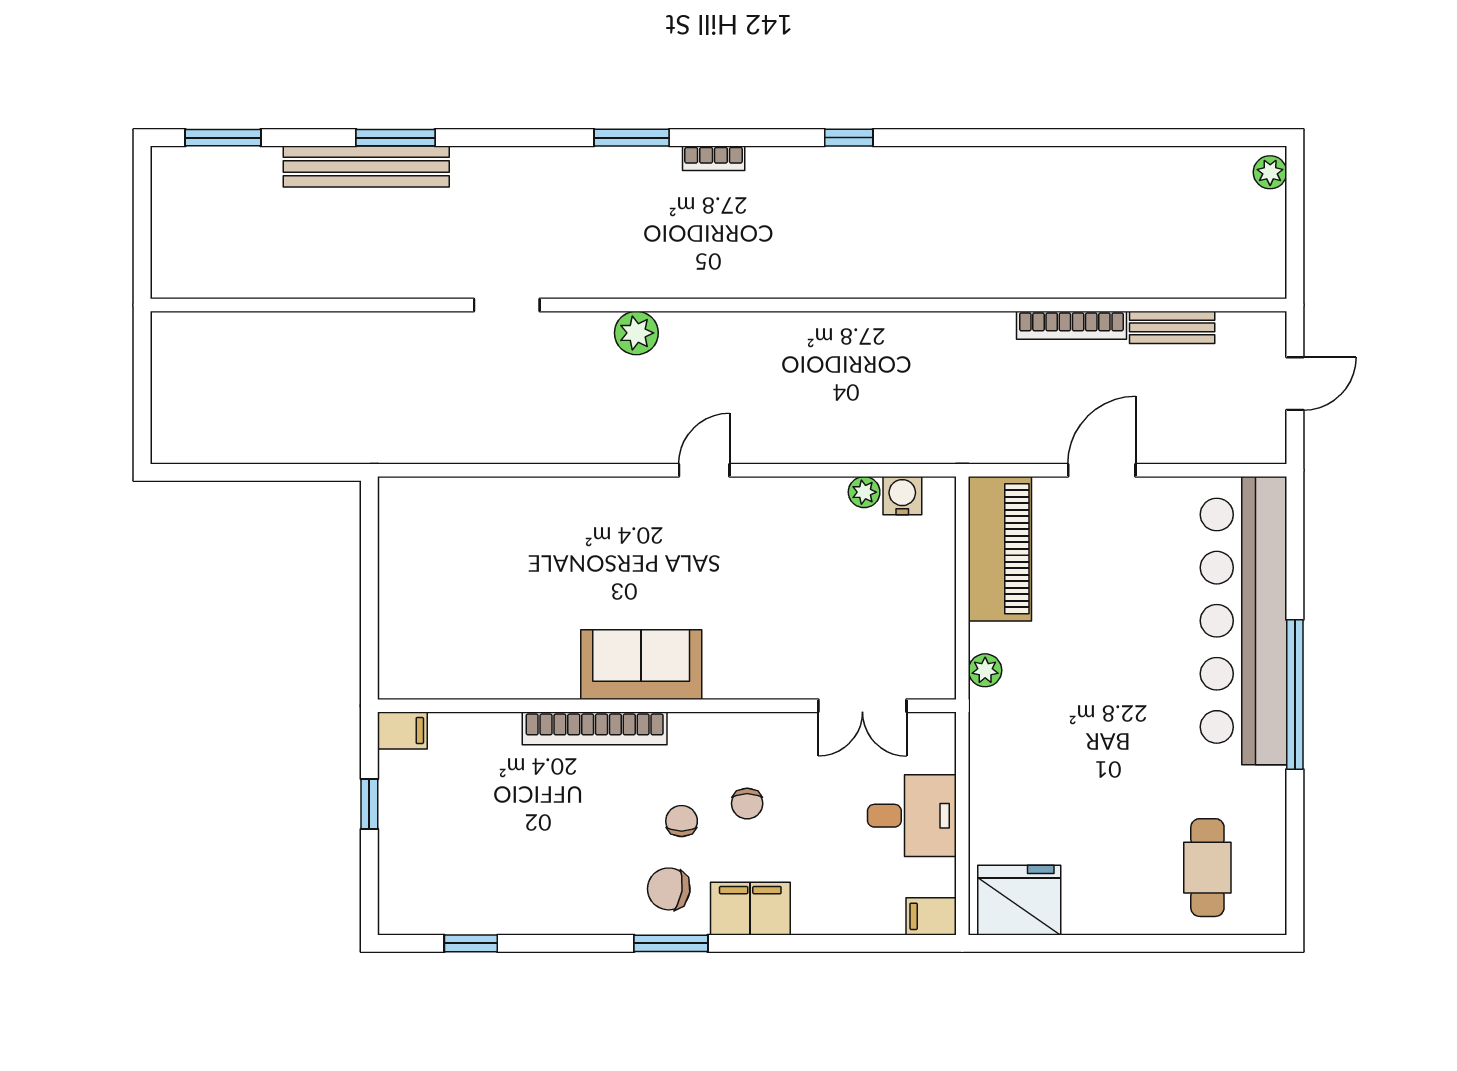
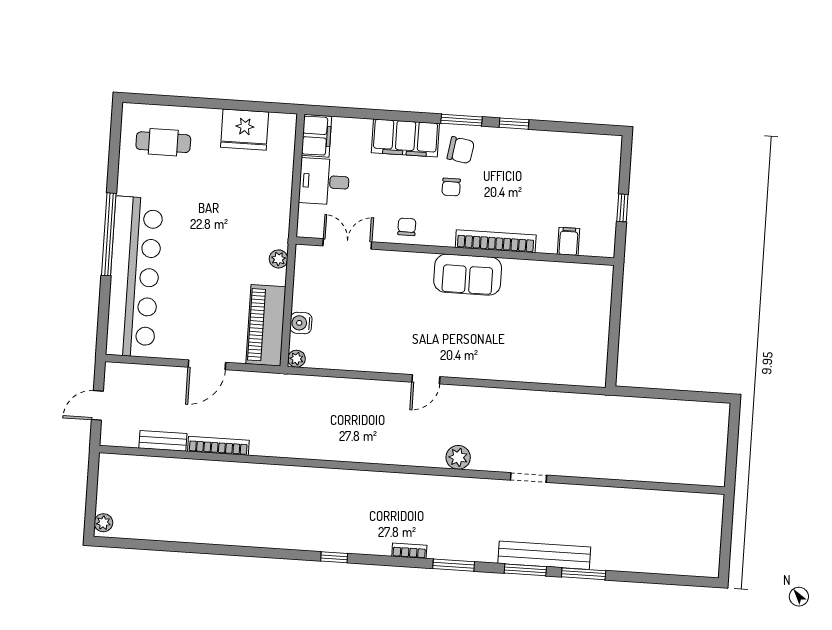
window: (223, 138) -> (525, 570), moved
bench: (366, 166) -> (544, 555), moved
plant: (864, 492) -> (297, 359), moved
water cooler: (902, 496) -> (301, 323), moved, turned 90
filing cabinet: (402, 731) -> (569, 241), moved, turned 90
chair: (747, 804) -> (407, 227), moved
cafe table: (1207, 868) -> (163, 142), turned 90
fridge: (1019, 900) -> (245, 130), moved
filing cabinet: (750, 909) -> (405, 138), width x1.50, depth x1.17
filing cabinet: (931, 916) -> (317, 136), width x2.00
window: (471, 943) -> (514, 124), moved

